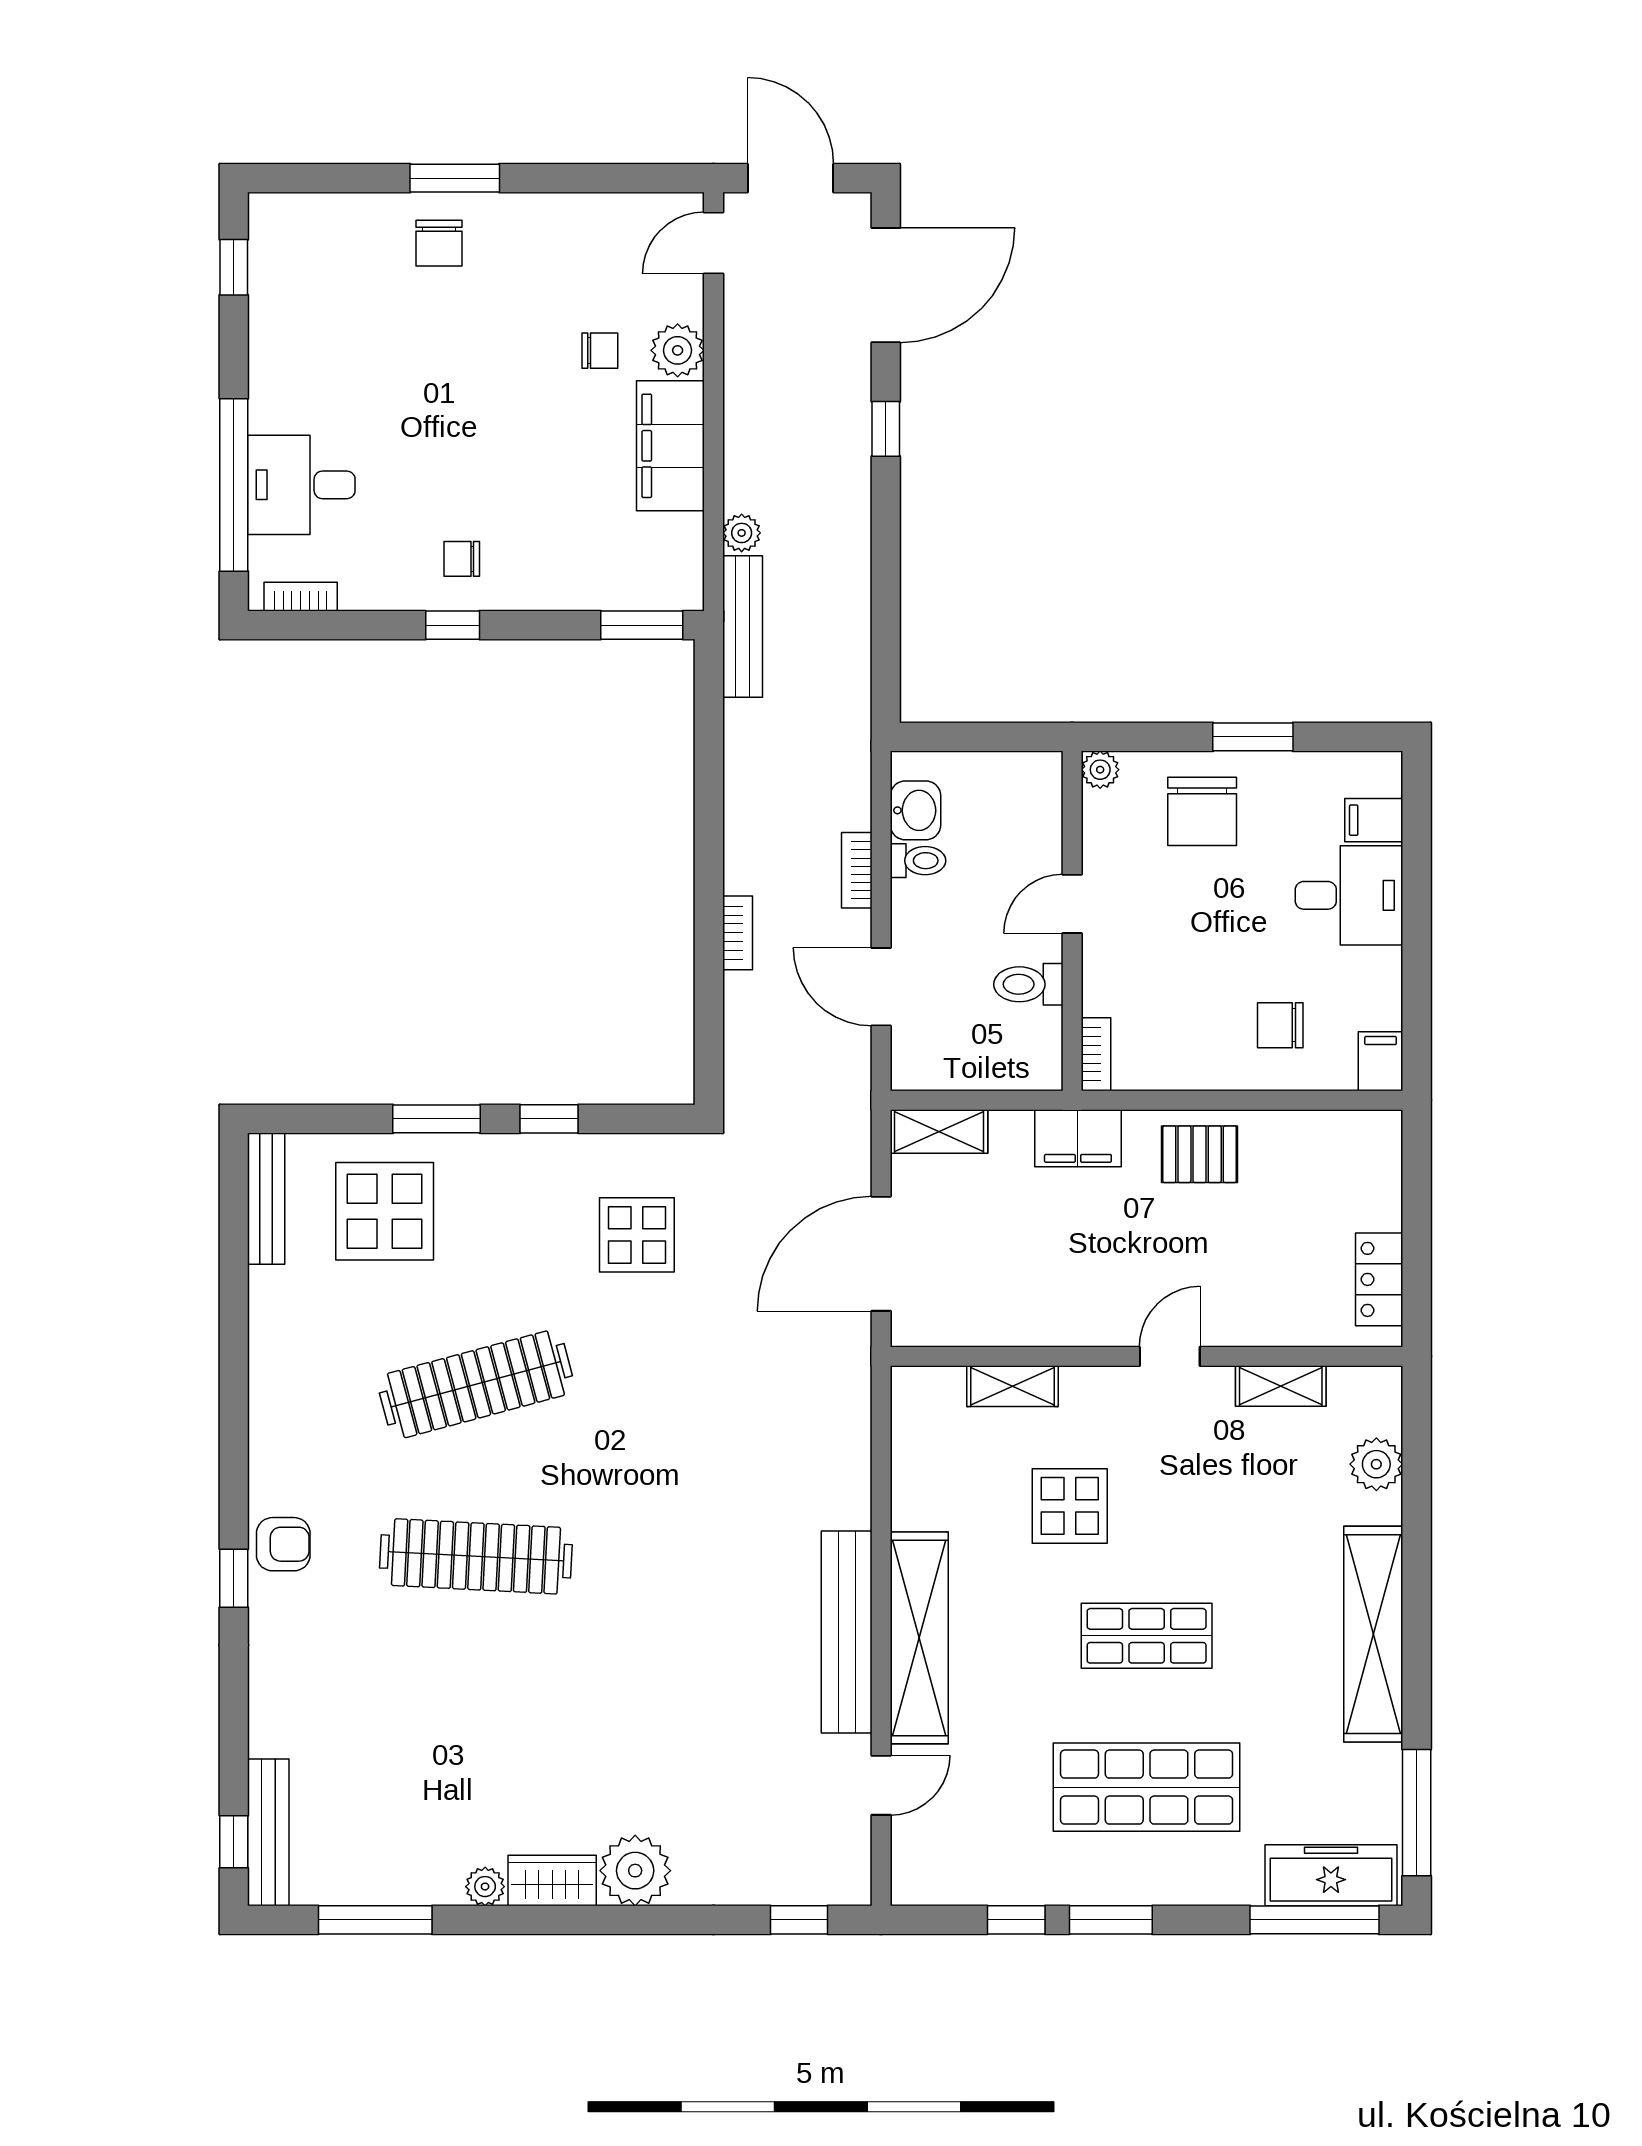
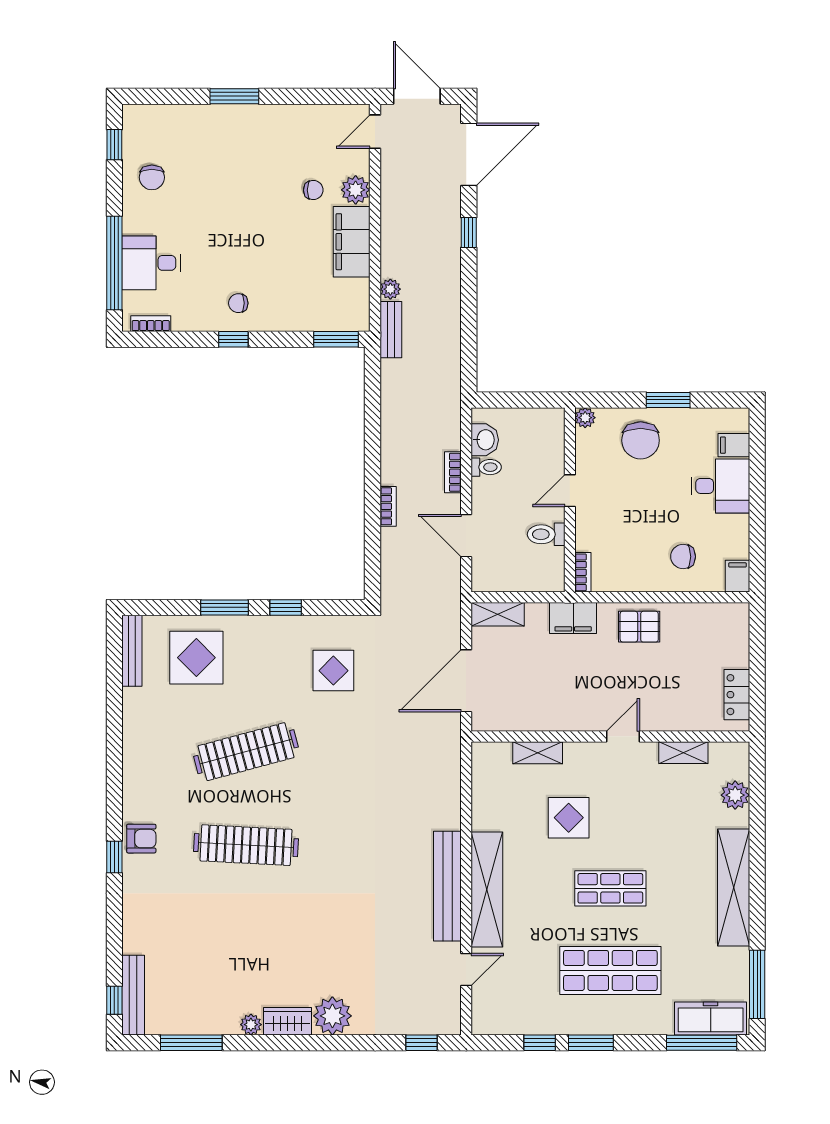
chair: (439, 243) -> (152, 177), moved
bench: (743, 626) -> (391, 330), width x0.73

